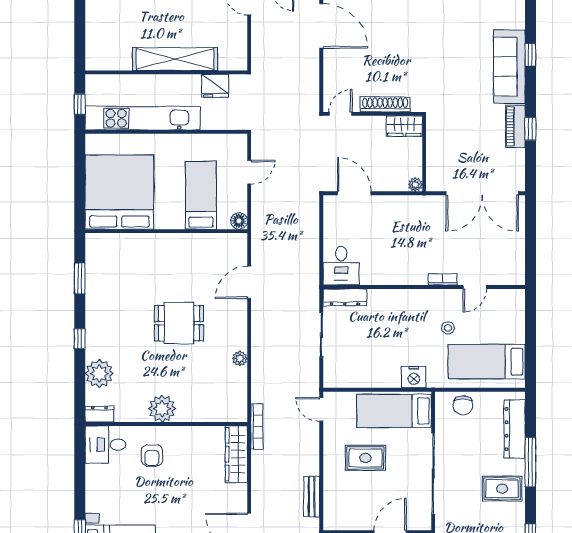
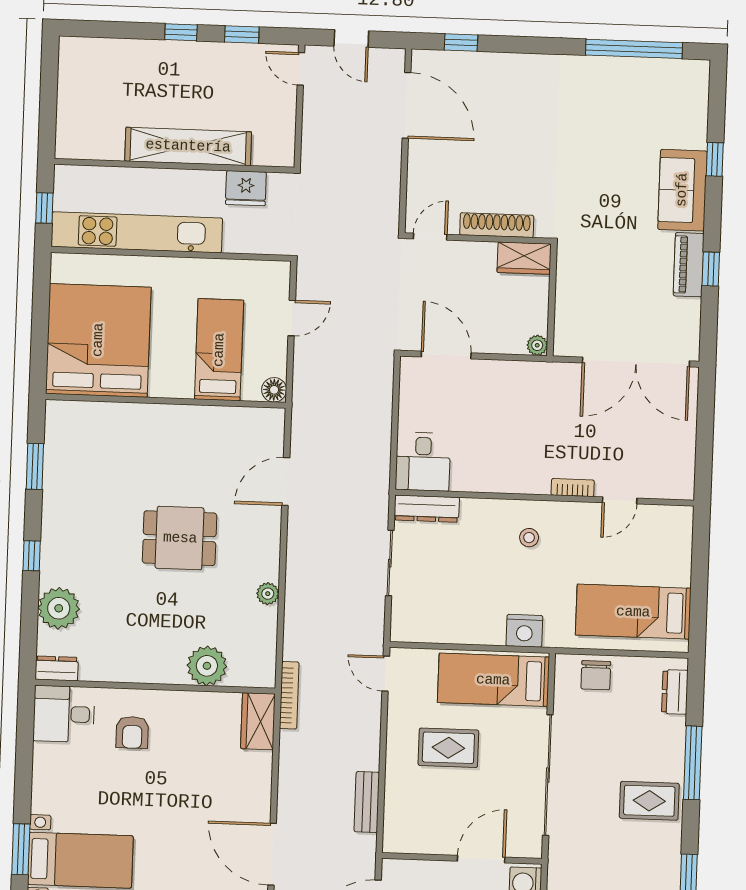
sofa: (509, 67) -> (682, 190), width x0.73
stool: (448, 328) -> (529, 538), moved
plant: (162, 409) -> (207, 666), moved
dresser: (515, 429) -> (675, 692), width x0.51, depth x0.80
wardrobe: (236, 454) -> (258, 721), width x0.67

